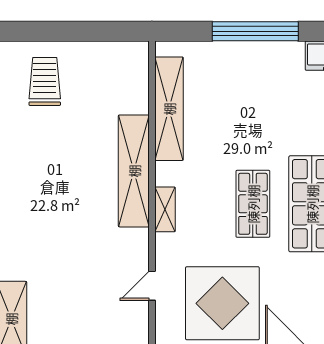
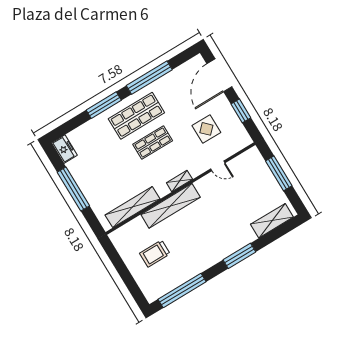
trolley: (45, 81) -> (155, 254), moved
display table: (222, 303) -> (206, 129), width x0.54, depth x0.54

